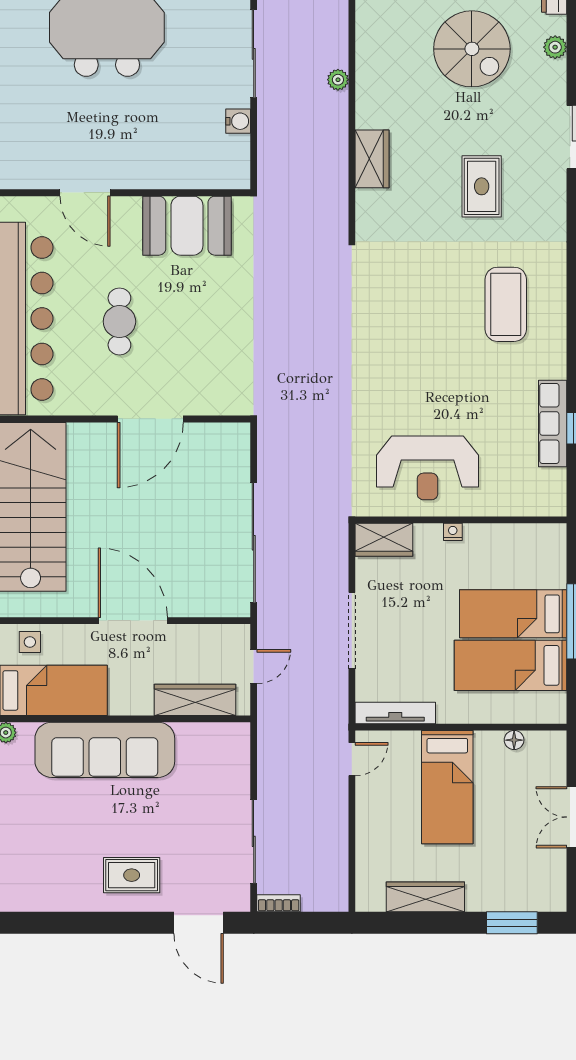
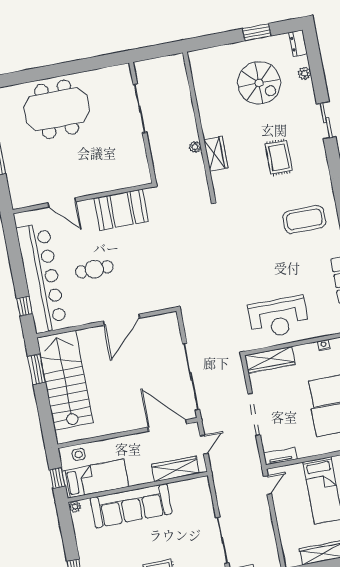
plant: (338, 80) -> (195, 147), moved
water cooler: (238, 121) -> (138, 147), removed
coffee table: (506, 304) -> (304, 219), turned 90
cafe table: (119, 322) -> (94, 269), turned 90
nightstand: (453, 532) -> (324, 345), moved
wardrobe: (384, 540) -> (270, 360), width x1.50
door: (133, 621) -> (167, 425), moved
tv unit: (395, 713) -> (280, 456), width x0.71

